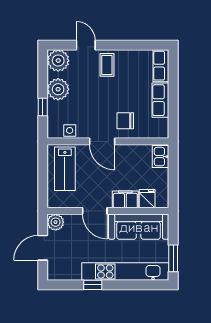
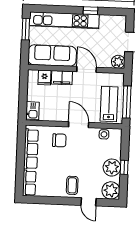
row of seats: (160, 100) -> (31, 149), width x1.48
window: (43, 107) -> (124, 167), moved
window: (43, 172) -> (127, 102), added

